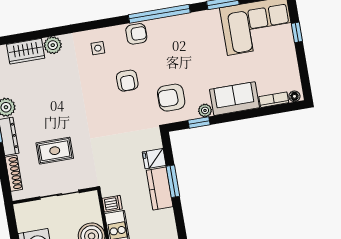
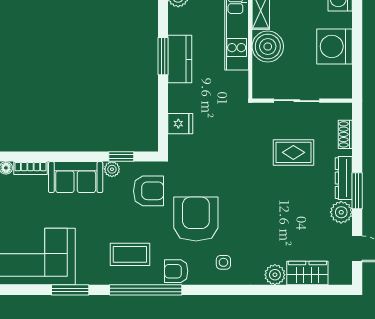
coffee table: (178, 41) -> (130, 254), added
armchair: (127, 81) -> (196, 219), width x1.88, depth x1.88
shoe rack: (14, 173) -> (345, 134), width x0.70
window: (173, 181) -> (163, 56), moved
kitchen counter: (160, 189) -> (180, 59), moved
dishwasher: (112, 204) -> (238, 80), removed

